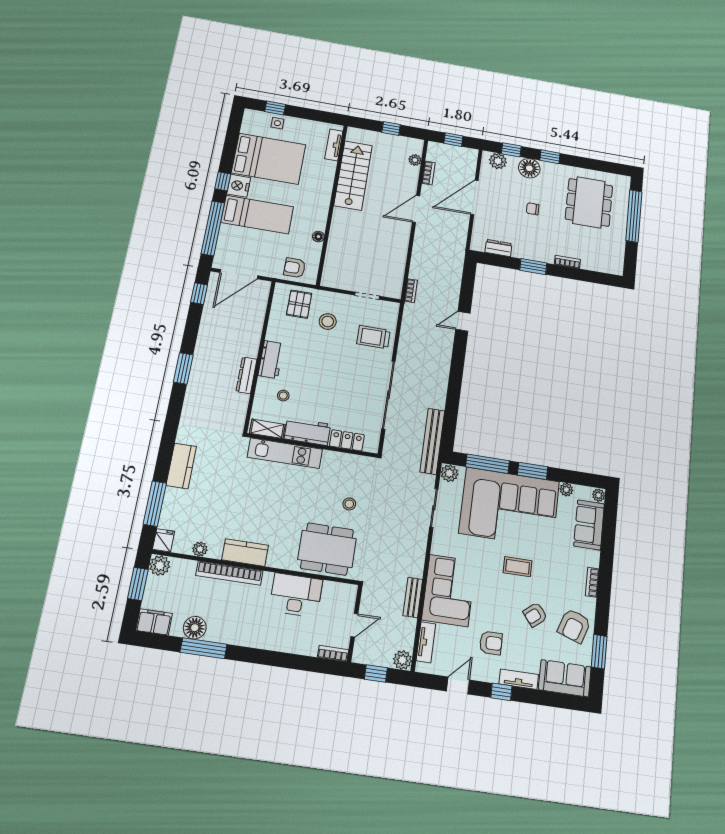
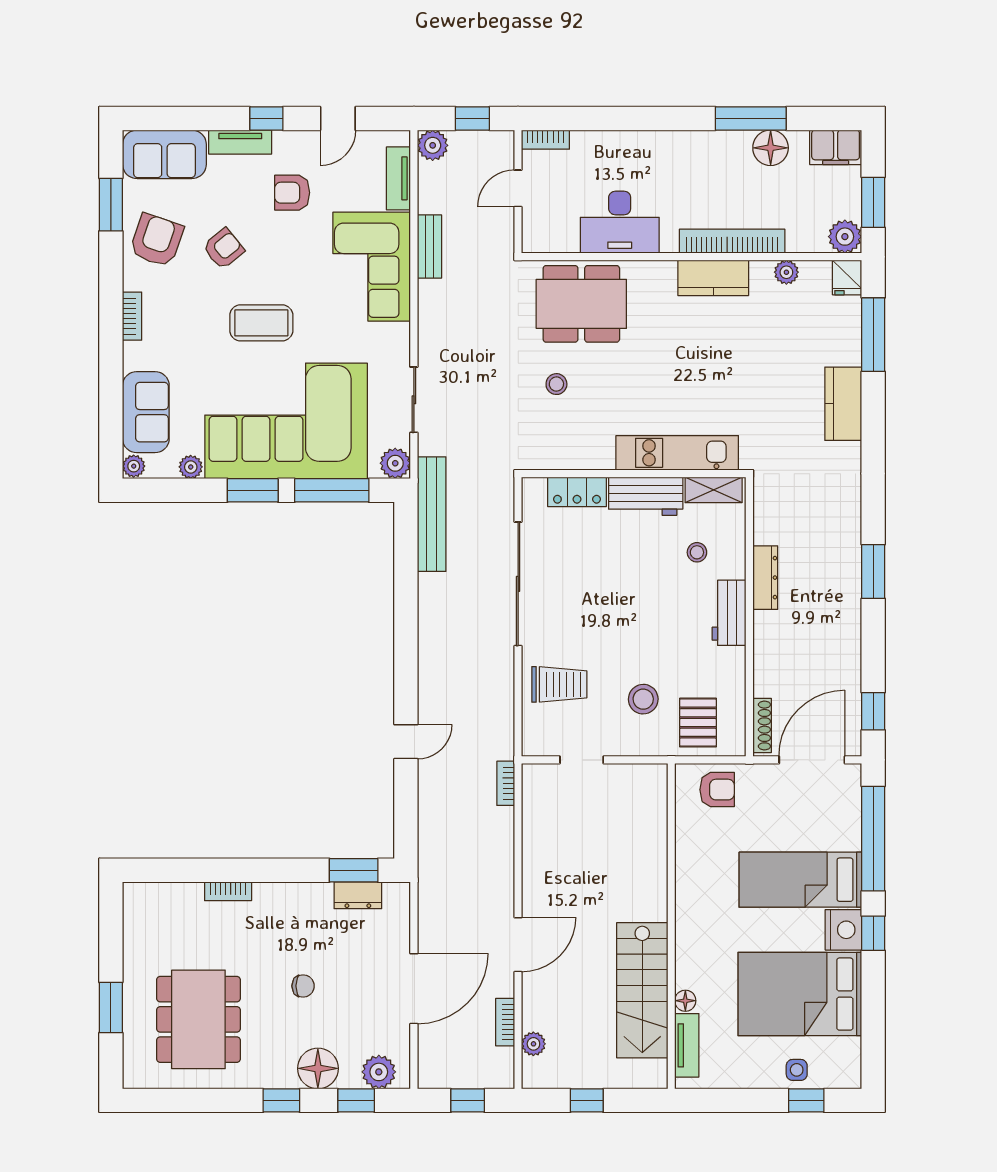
window: (634, 216) -> (111, 1008), width x0.47
floor lamp: (318, 237) -> (685, 1001), moved
window: (533, 267) -> (354, 870), moved
shoe rack: (263, 297) -> (762, 725), added
coffee table: (518, 567) -> (261, 323), width x1.36, depth x1.30

